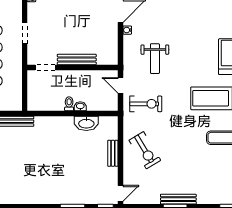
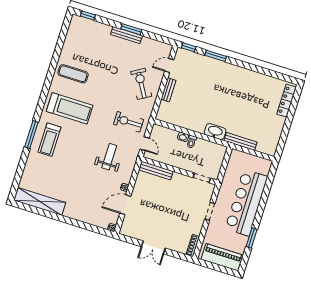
bench: (77, 60) -> (156, 171), moved
washbasin: (86, 123) -> (215, 132), moved
door: (120, 193) -> (169, 66), moved

